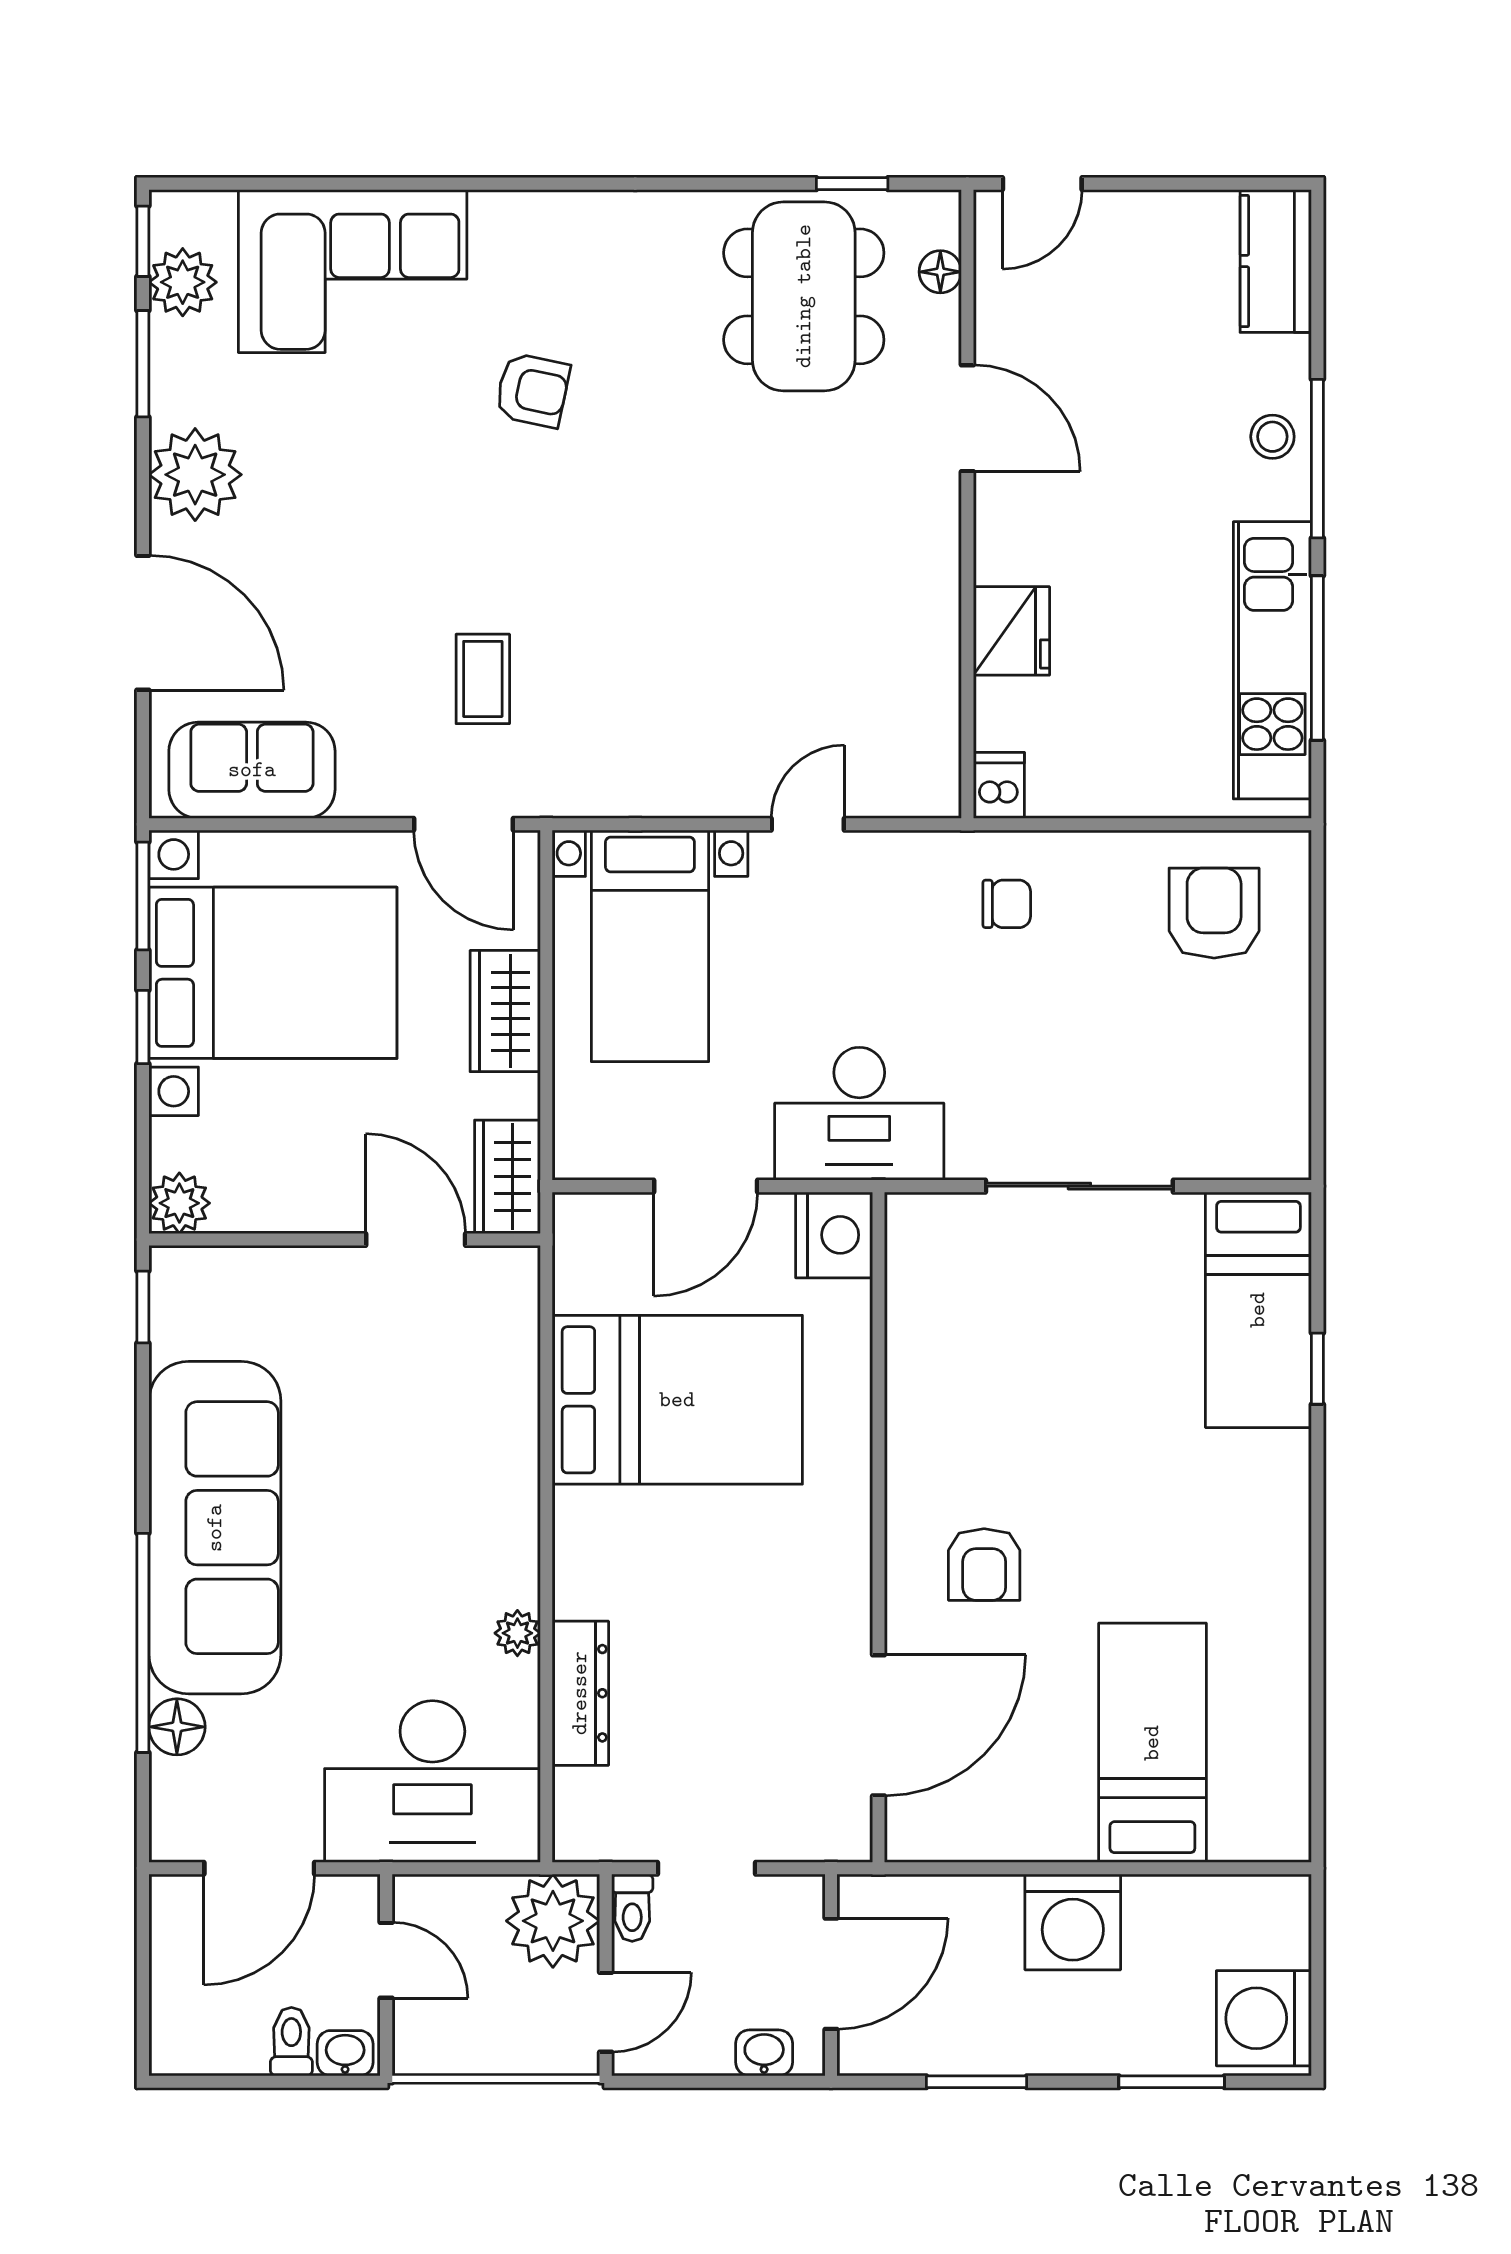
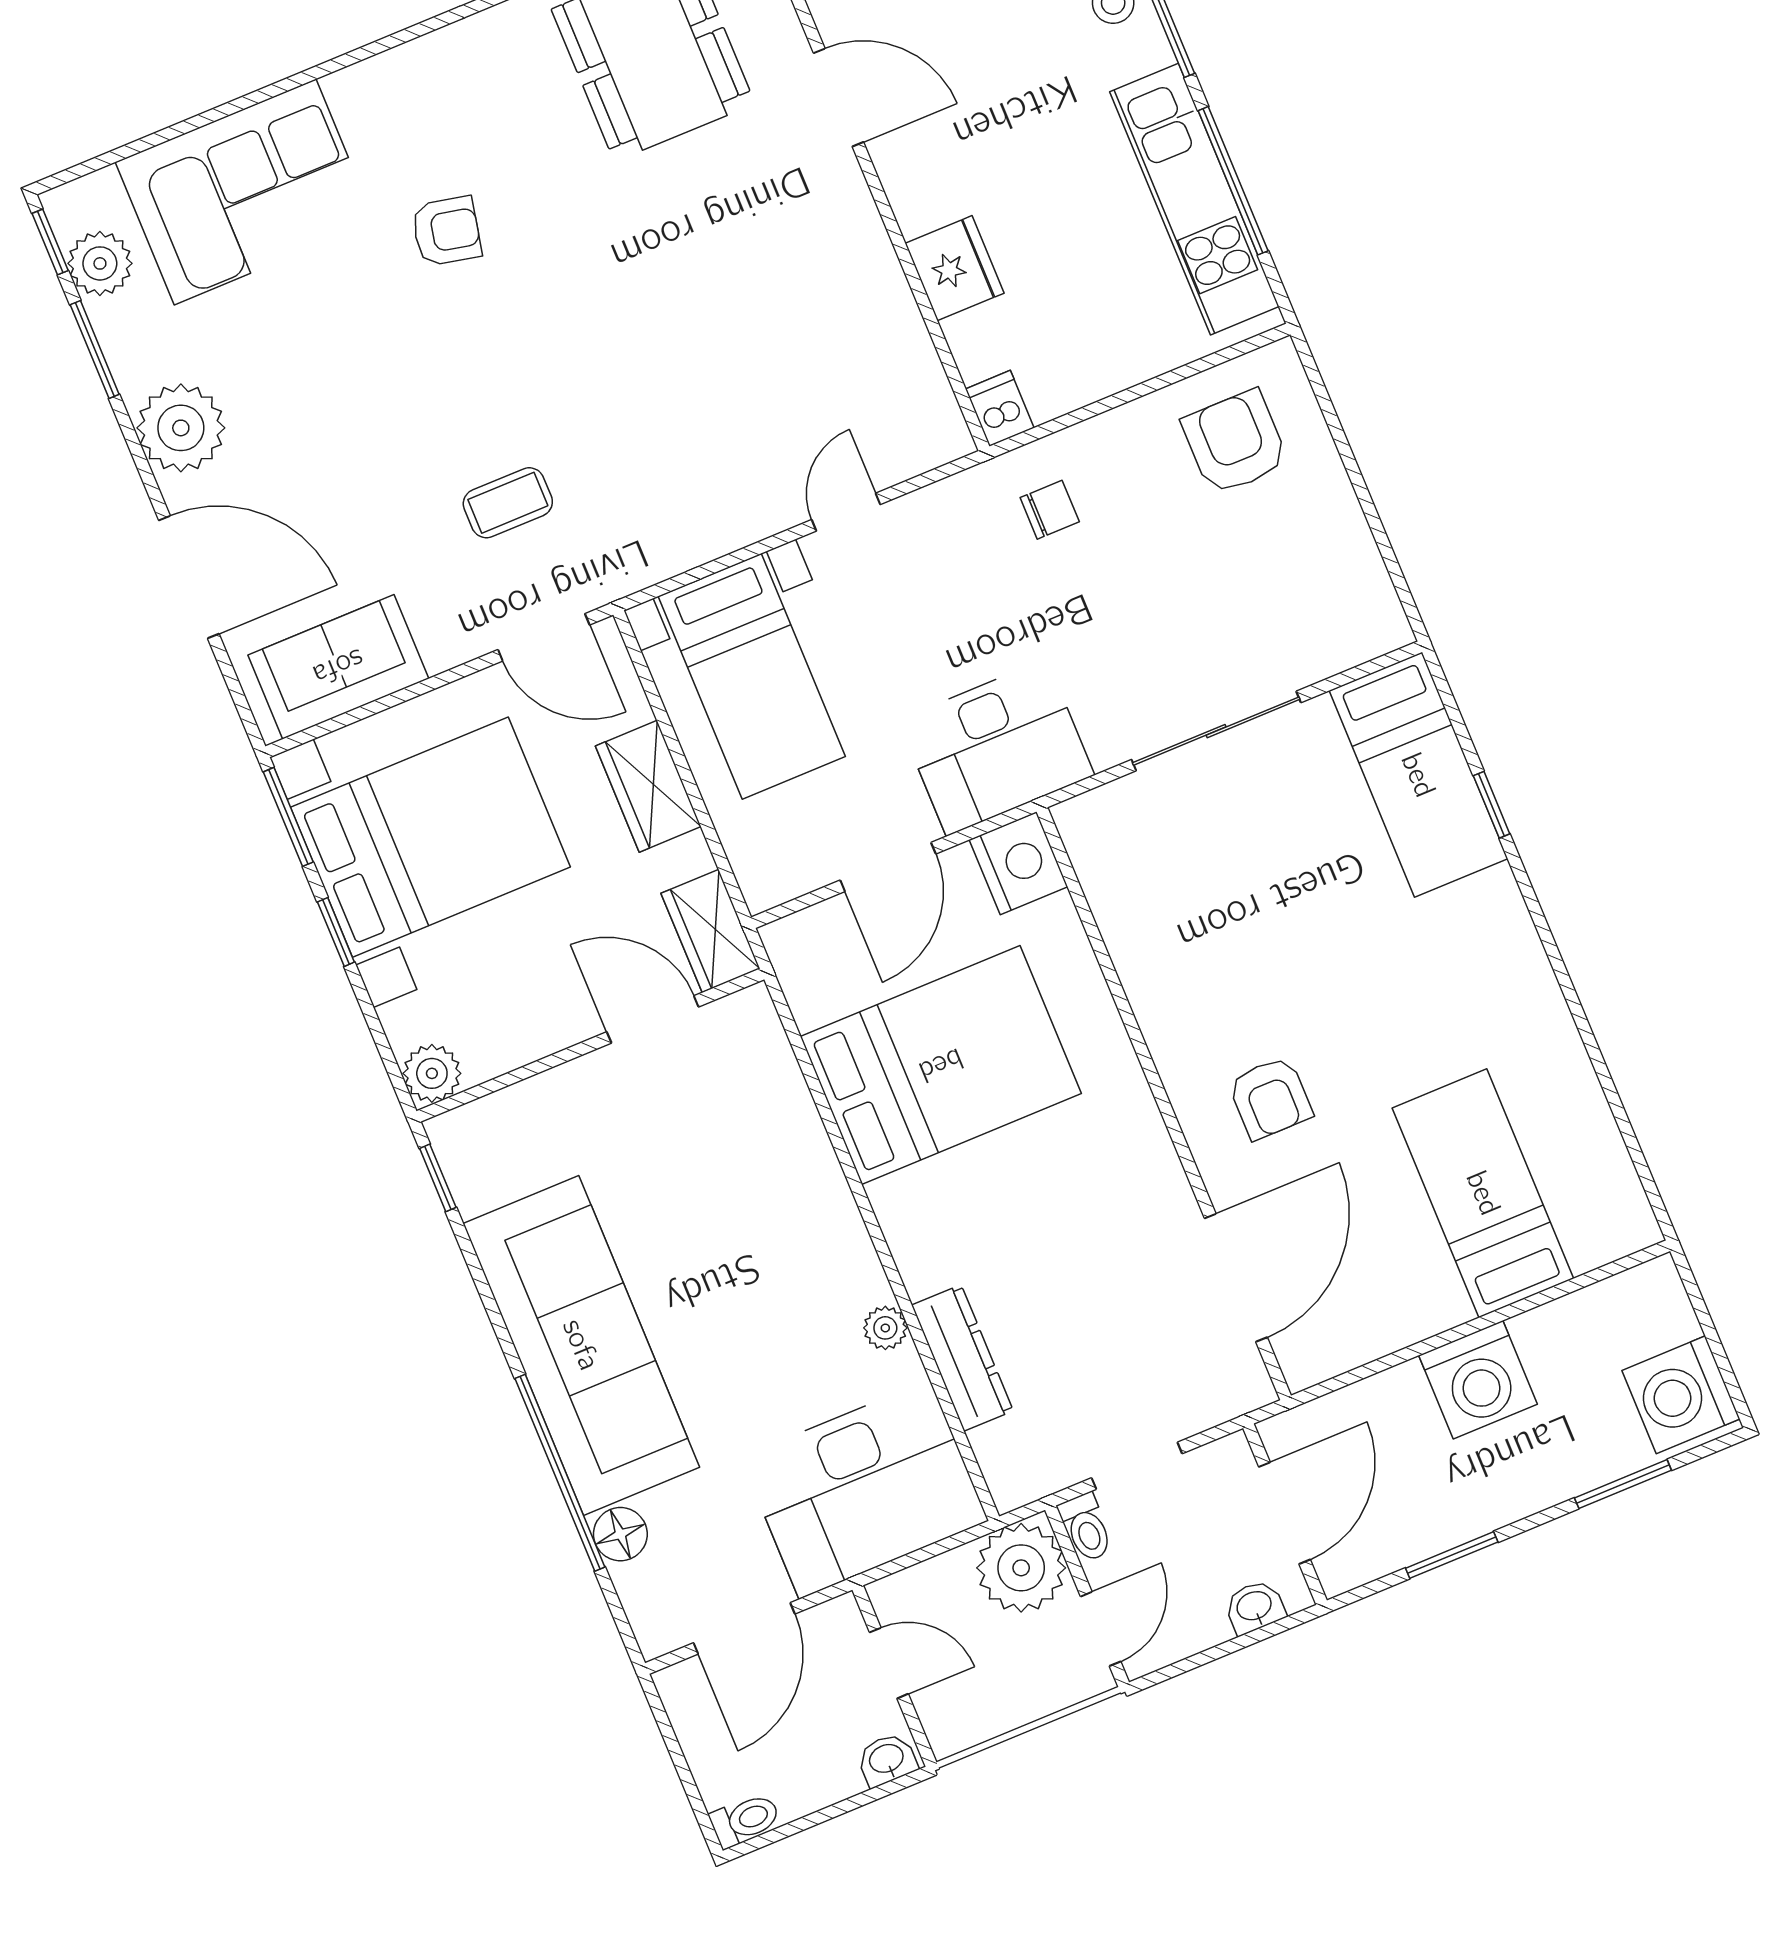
coffee table: (483, 679) -> (508, 503), turned 90
toilet: (291, 2042) -> (745, 1820), moved, turned 90

